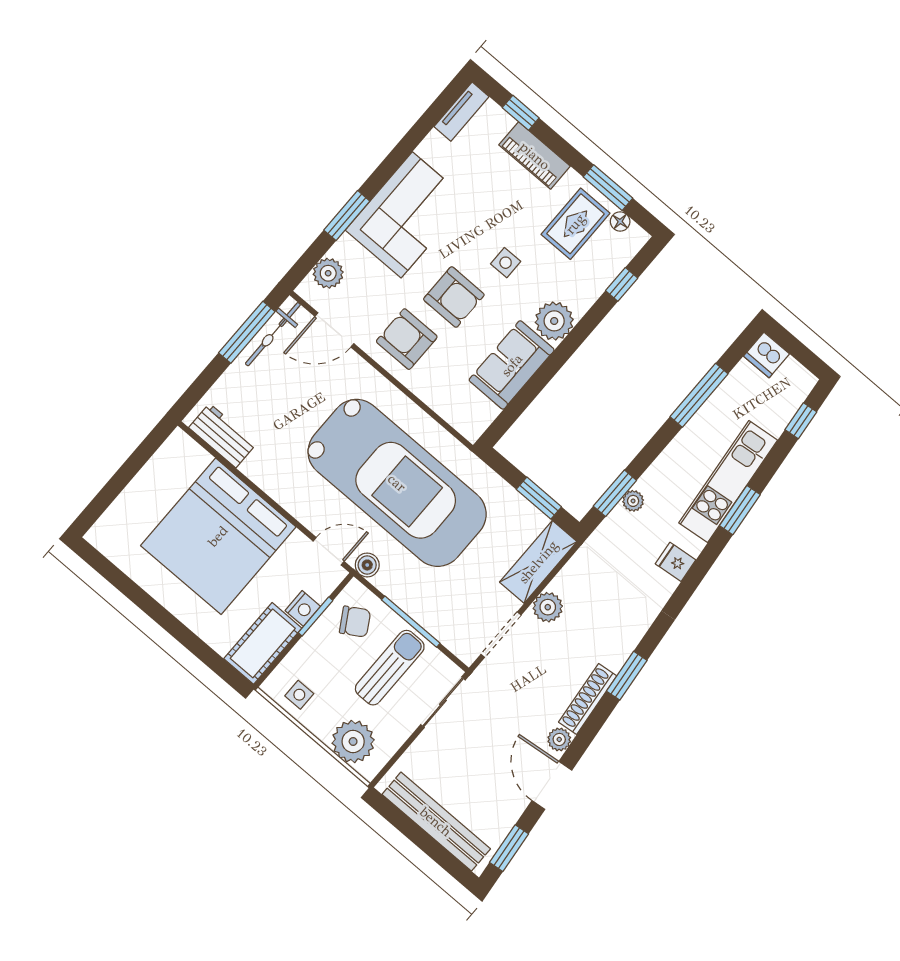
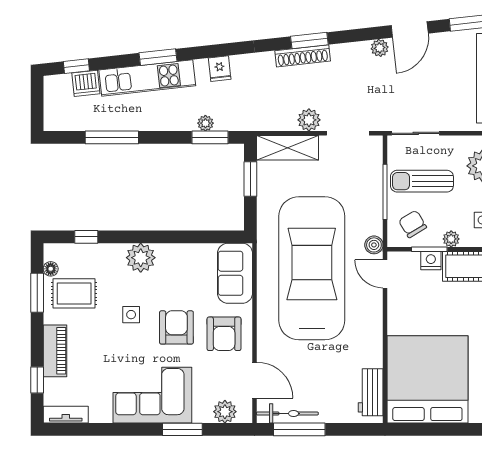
dishwasher: (766, 355) -> (86, 83), moved, turned 84
sofa: (512, 365) -> (235, 273), moved, turned 90
bed: (218, 536) -> (427, 379), moved, turned -90
plant: (307, 647) -> (451, 239), added
shoe rack: (588, 699) -> (303, 56), moved

